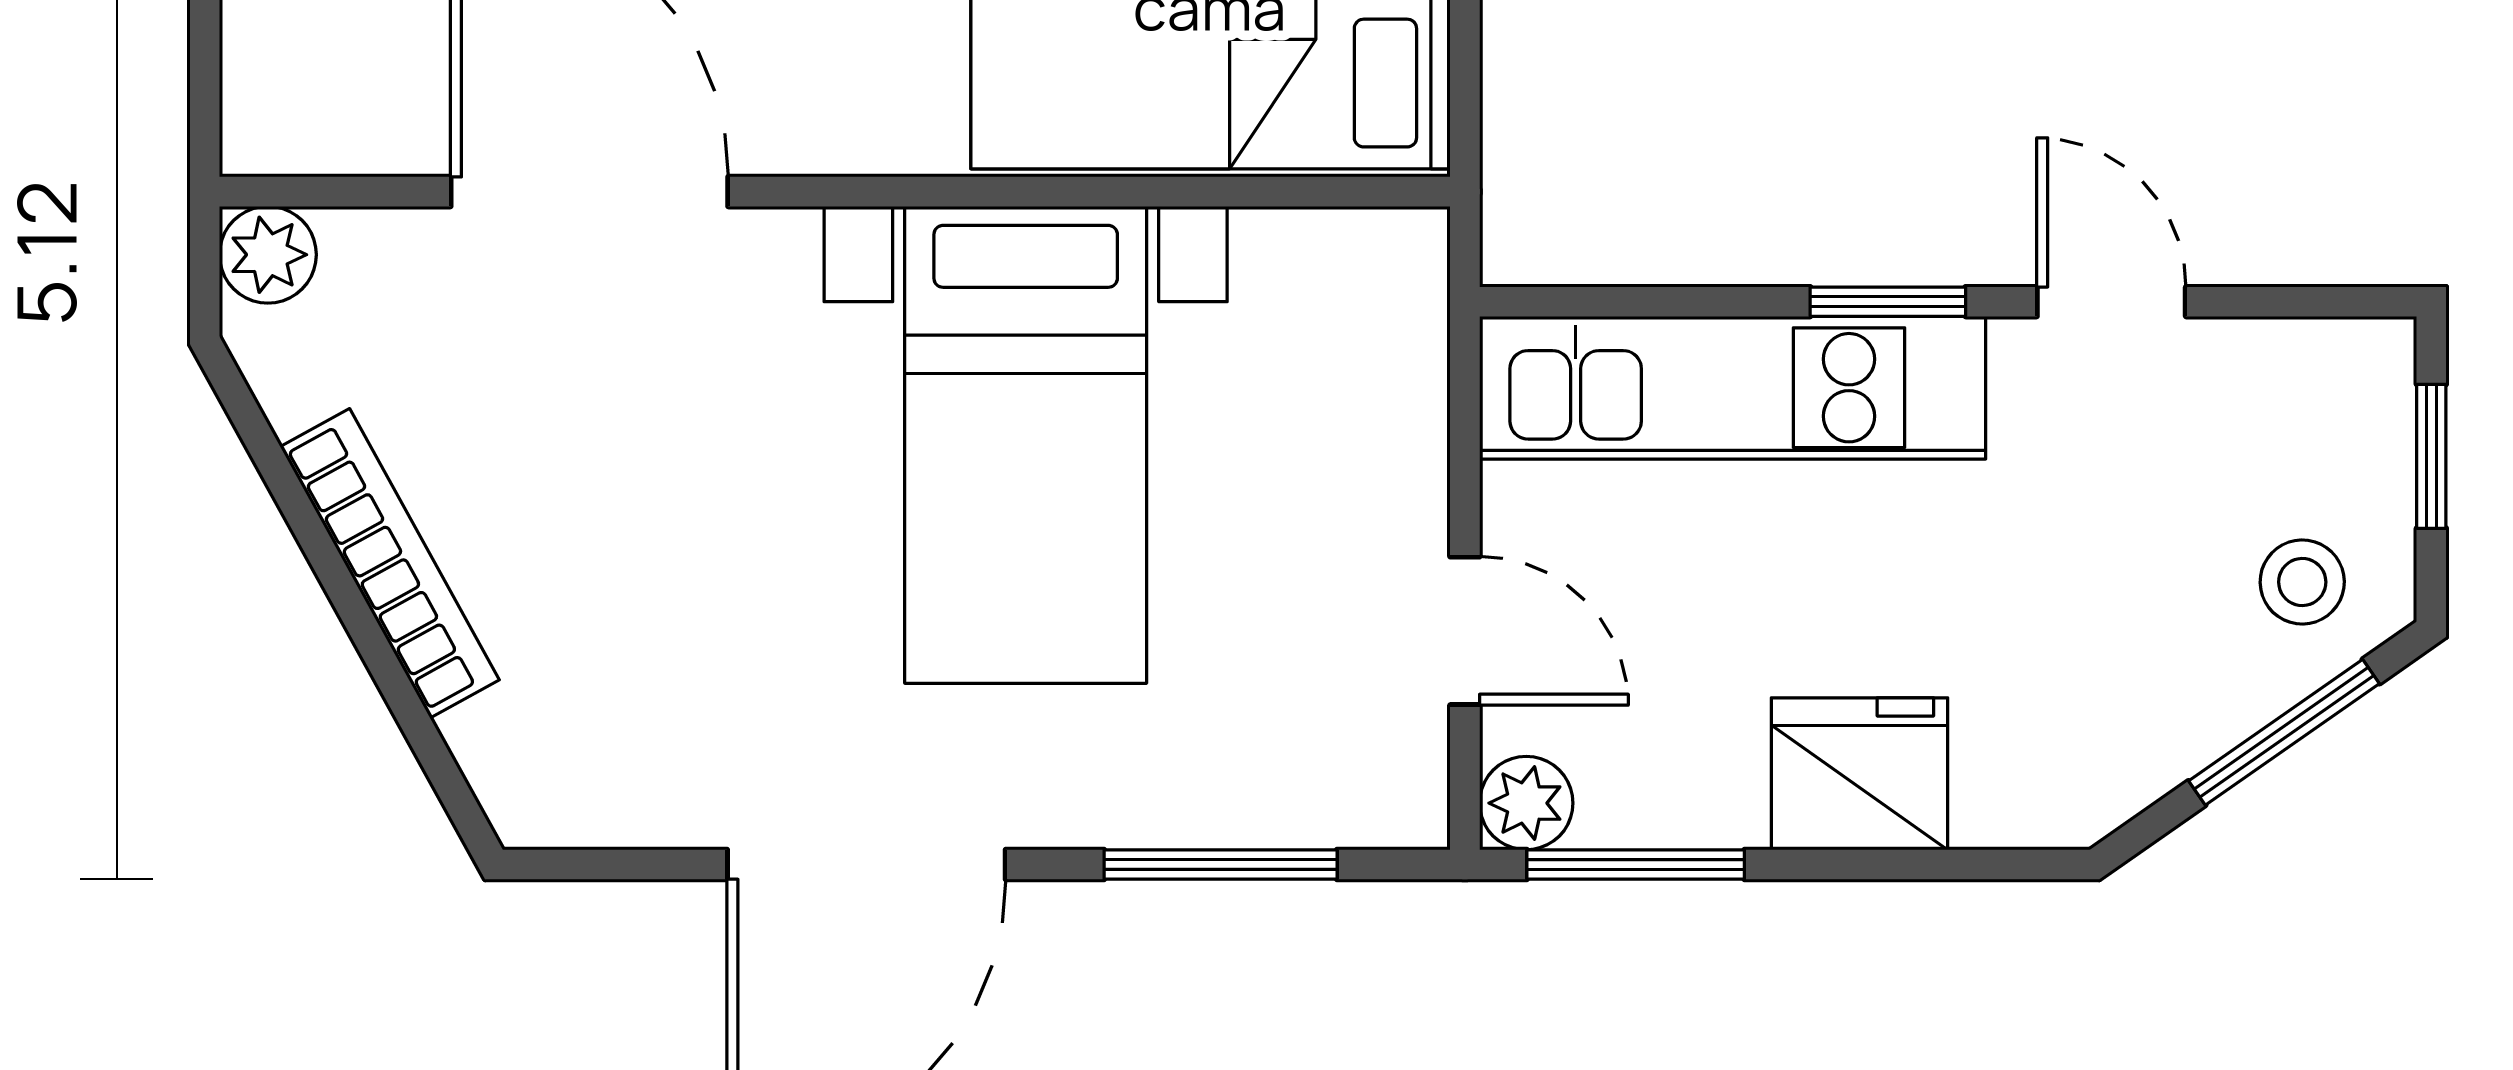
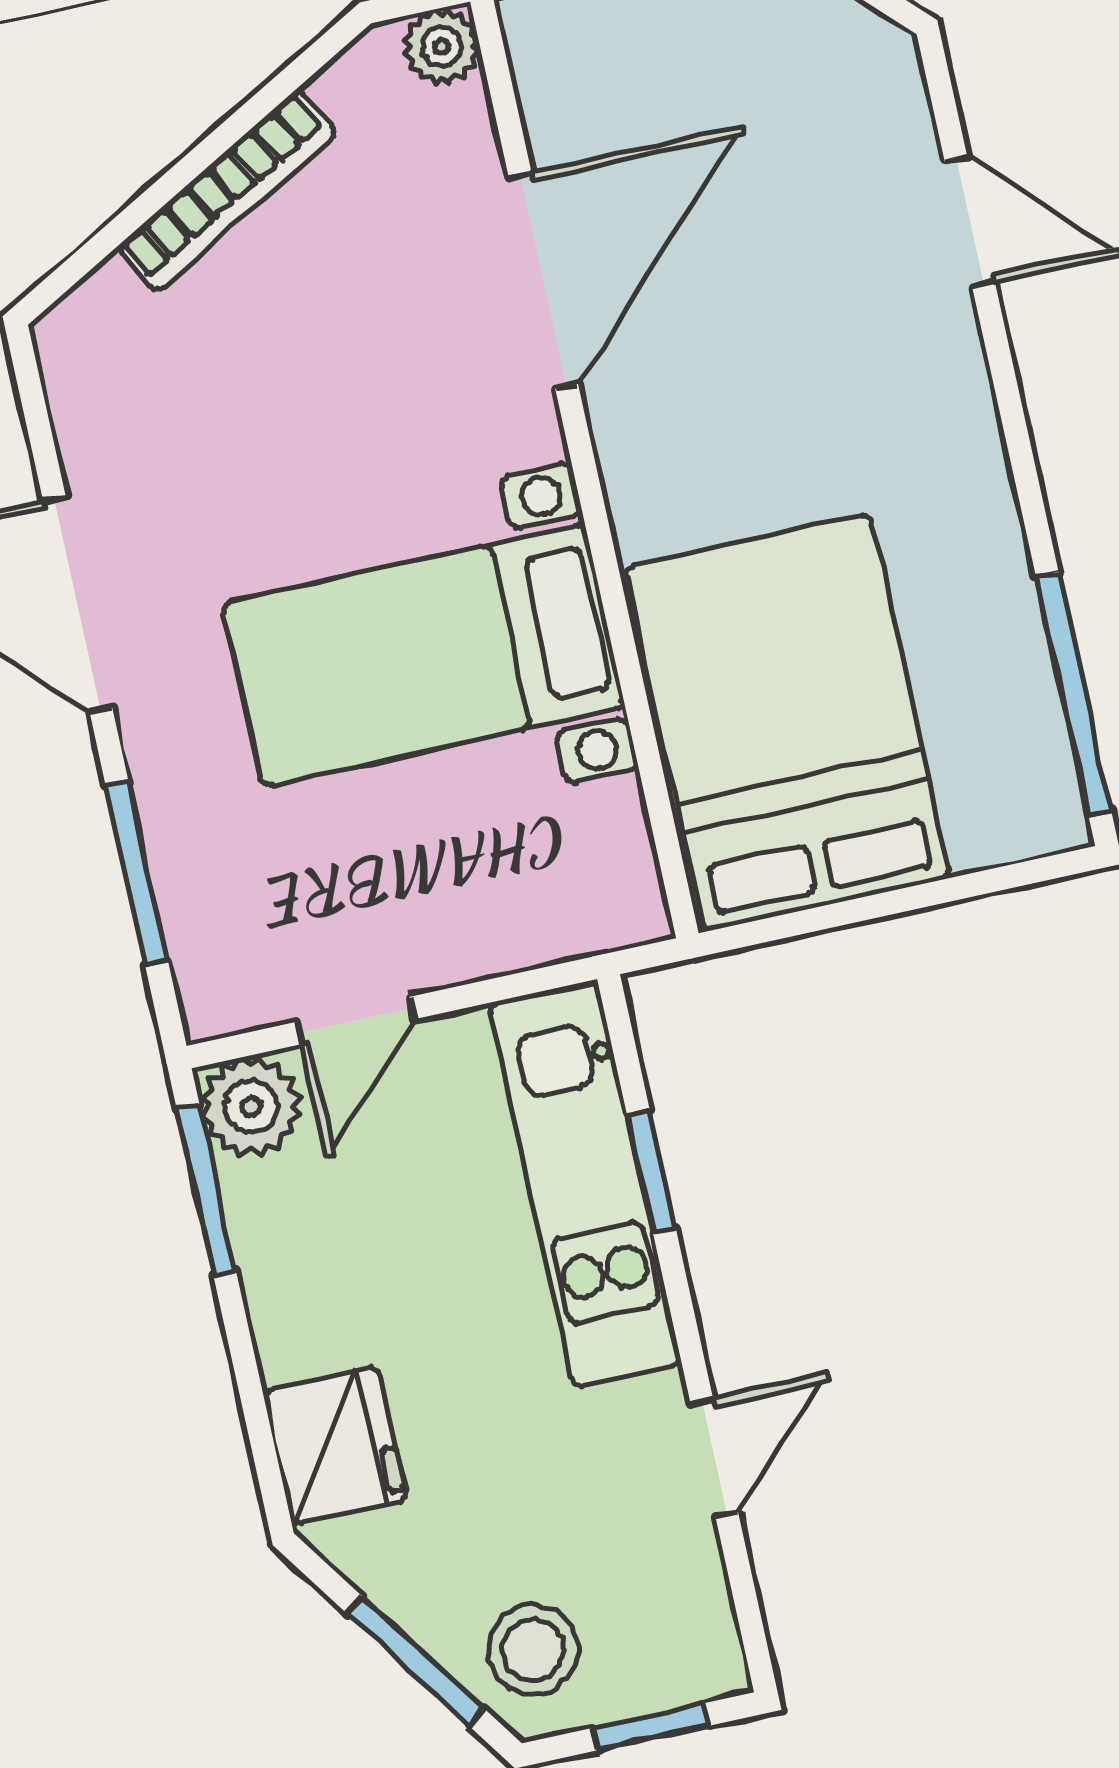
window: (1888, 302) -> (651, 1171), moved
stool: (2302, 582) -> (533, 1650), width x1.37, depth x1.37
fridge: (1860, 774) -> (335, 1446), moved
plant: (1526, 803) -> (251, 1106), width x1.38, depth x1.38

